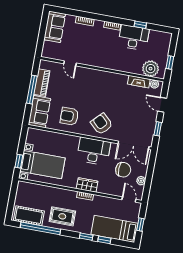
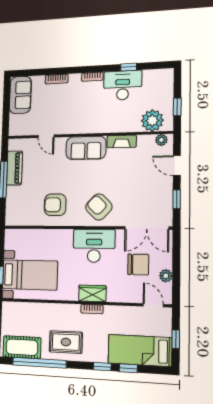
fireplace: (139, 82) -> (122, 141), moved
sofa: (39, 112) -> (86, 148), moved, turned 90

